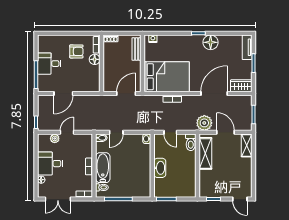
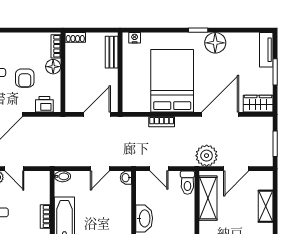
armchair: (76, 51) -> (25, 78), moved, turned 90
bed: (167, 77) -> (172, 81), moved, turned -90
printer: (88, 86) -> (44, 104), added
door: (67, 132) -> (14, 169), swing flipped
door: (116, 132) -> (100, 169), moved
door: (225, 132) -> (236, 169), swing flipped
shelving: (247, 145) -> (266, 206), moved

